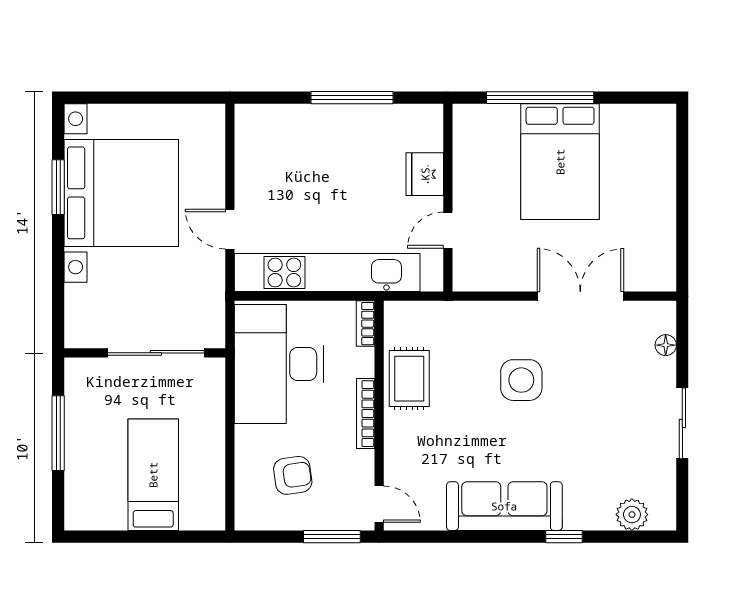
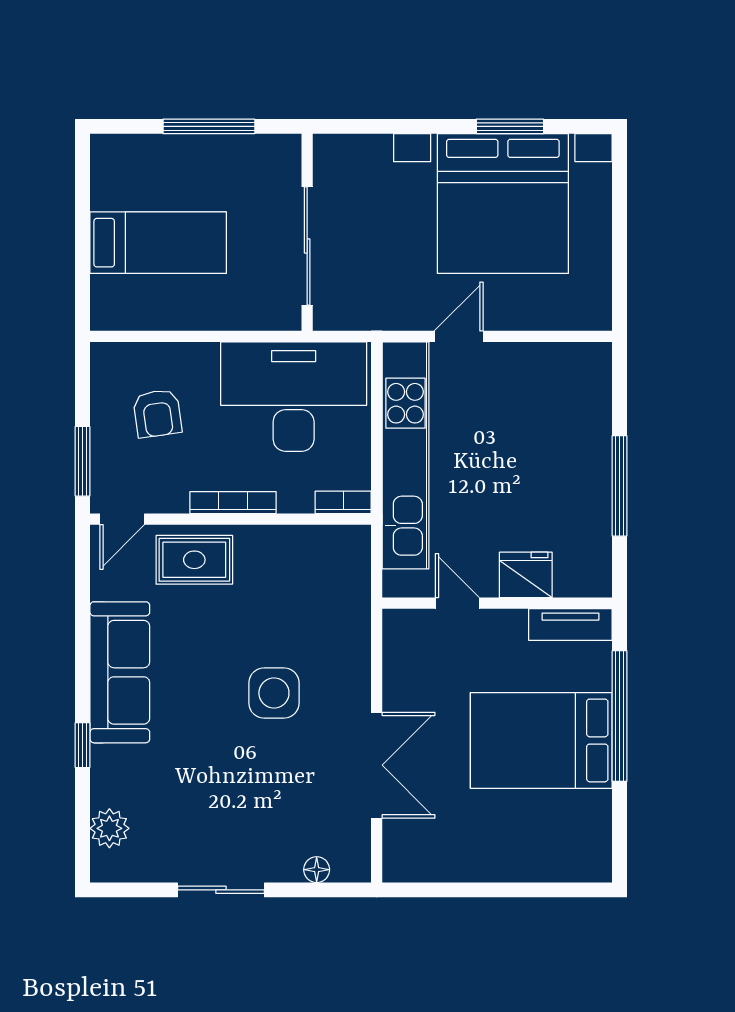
tv unit: (465, 138) -> (570, 625), added
rug: (409, 379) -> (194, 560), moved

